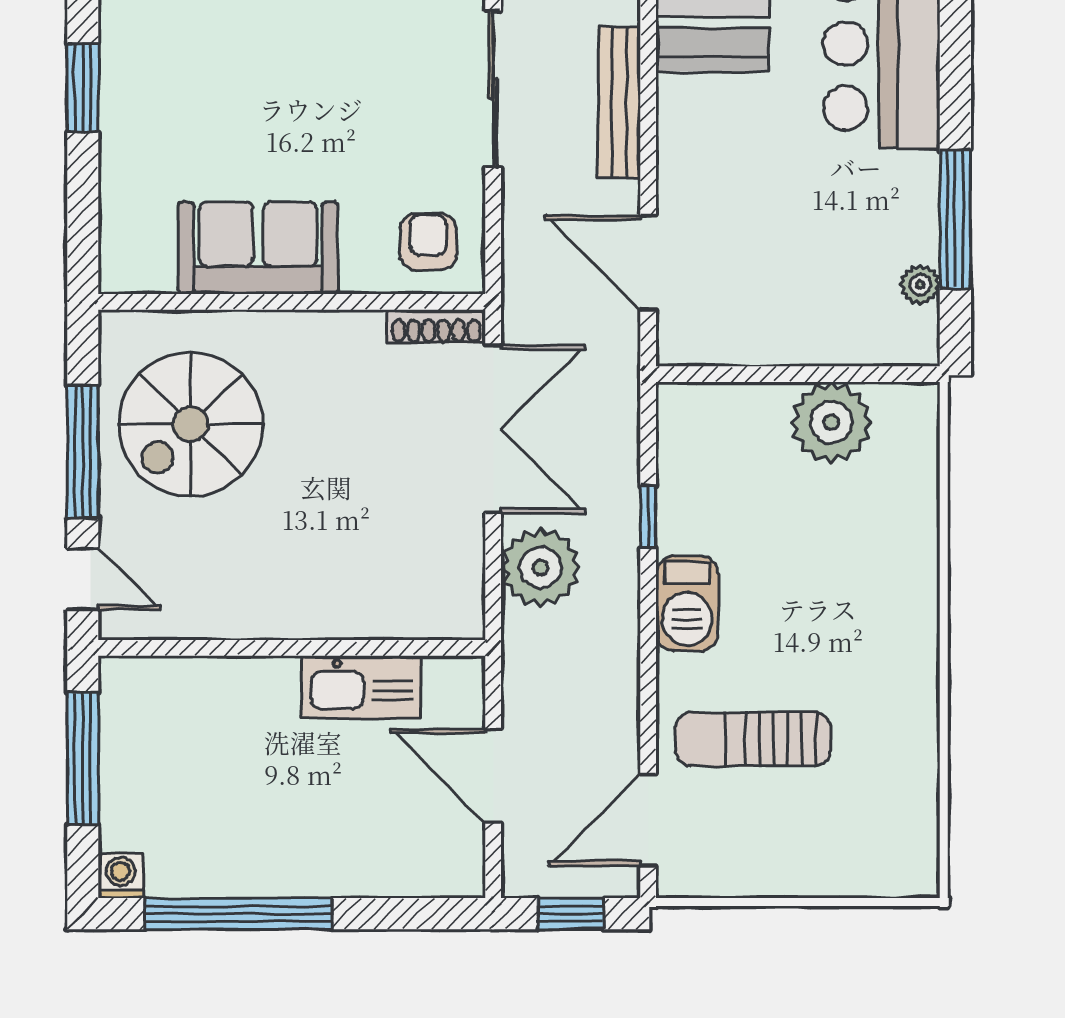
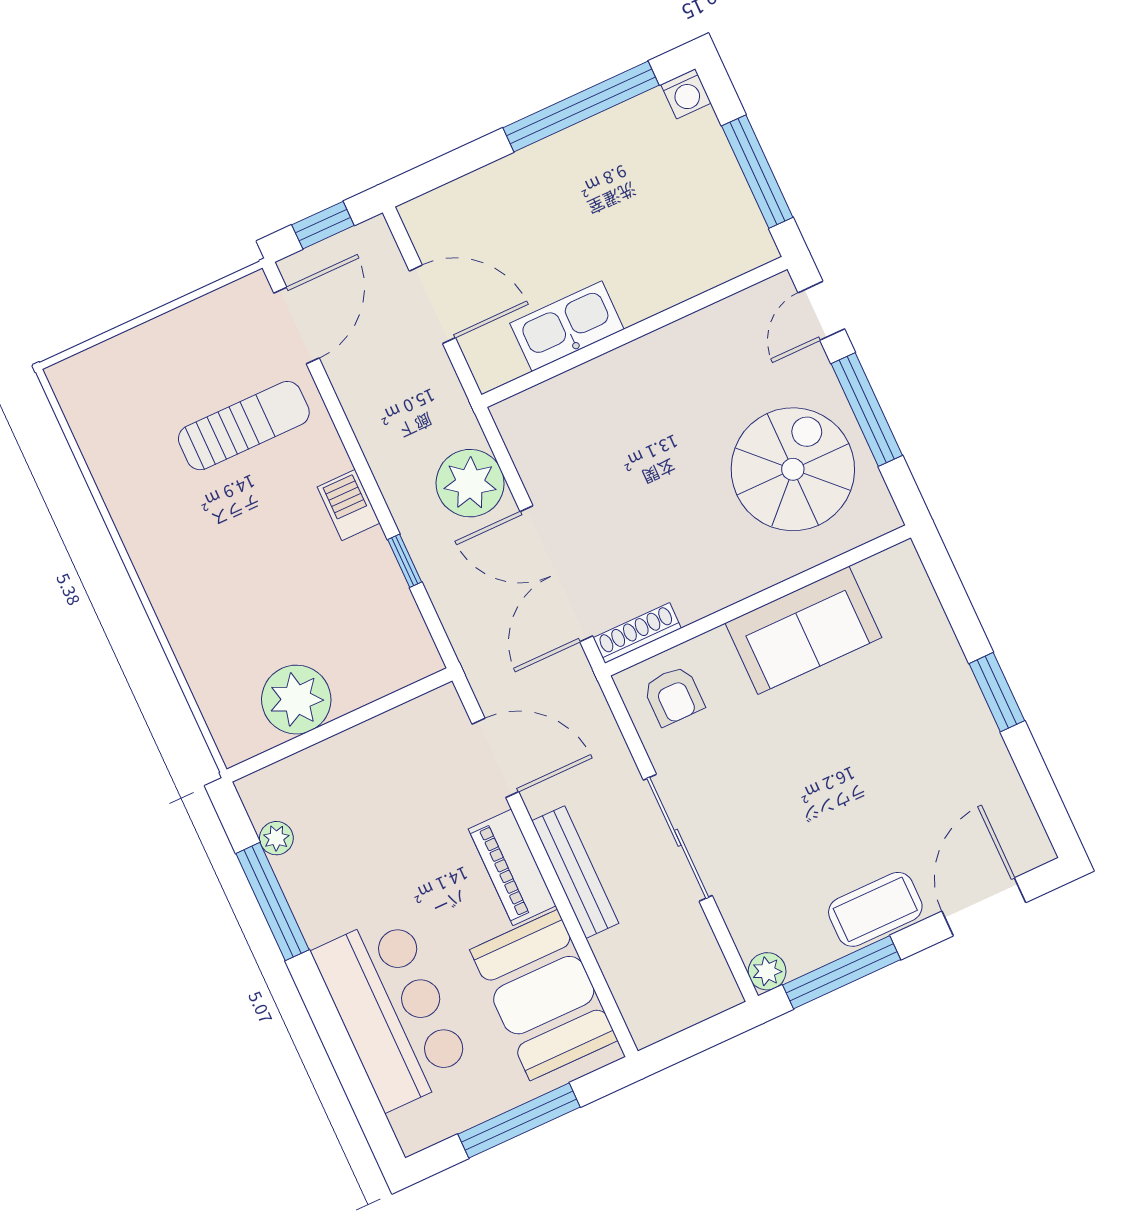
piano: (684, 138) -> (512, 867), added
door: (83, 579) -> (821, 311), hinge flipped
barbecue: (687, 604) -> (349, 505), width x0.73, depth x0.79

